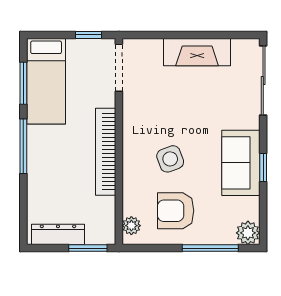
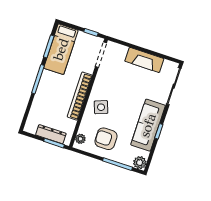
side table: (170, 159) -> (101, 107), moved
sofa: (241, 163) -> (148, 125), width x1.36
dresser: (58, 234) -> (51, 134), moved

